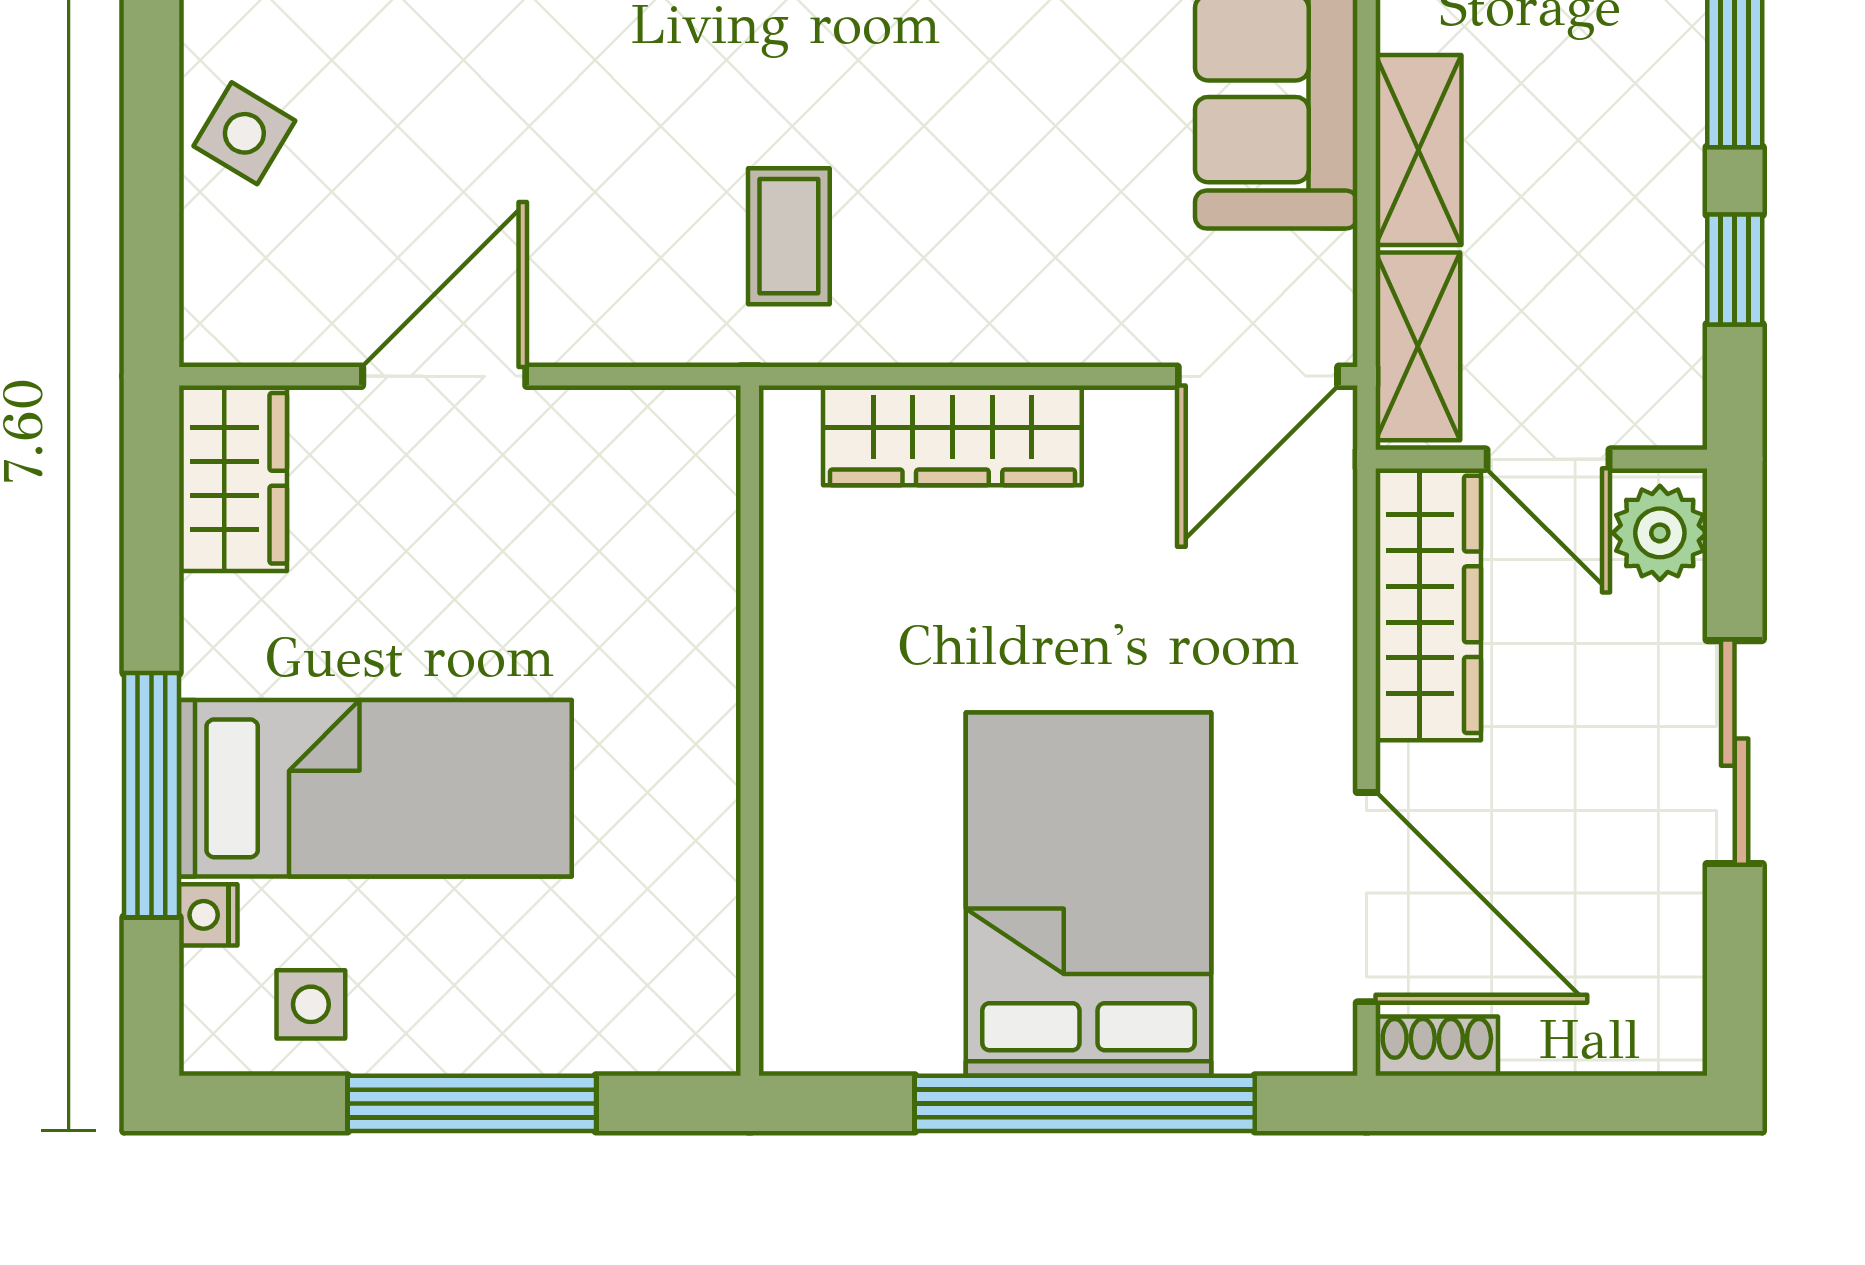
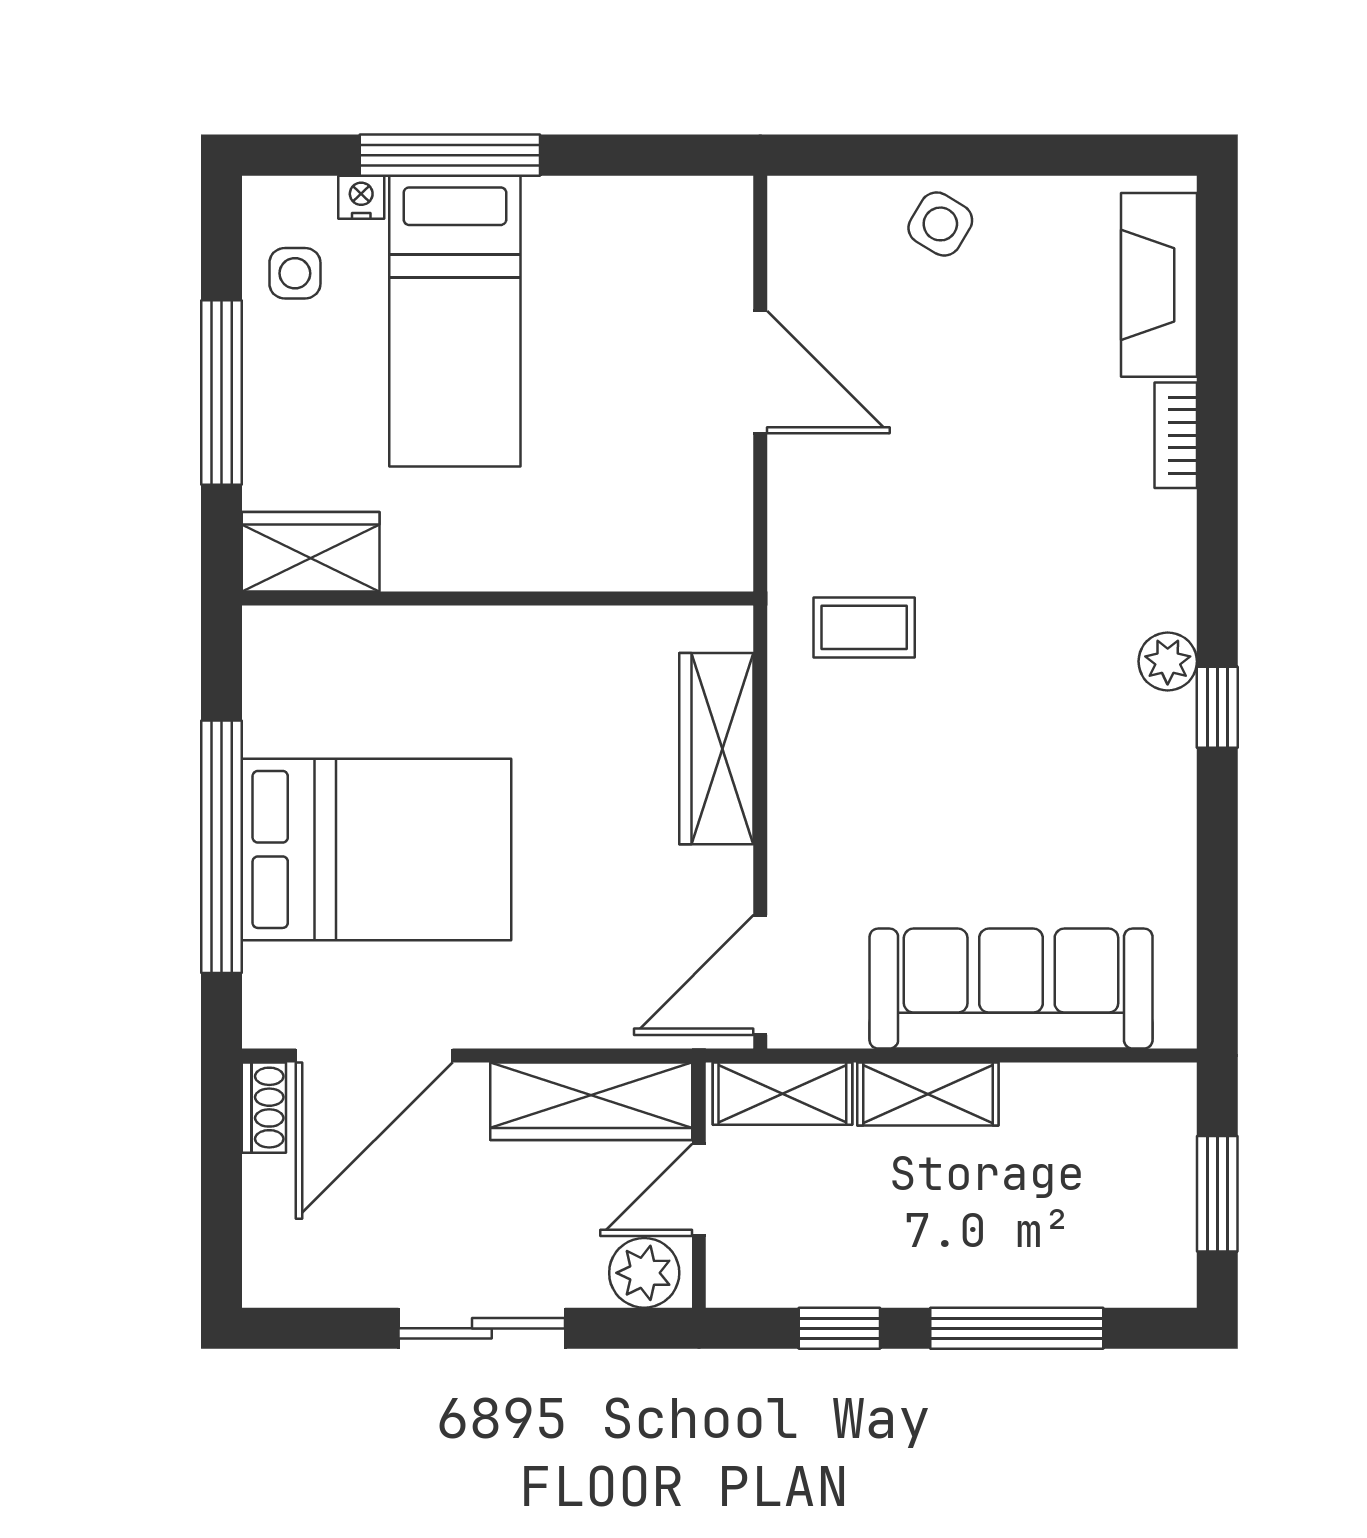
door: (1258, 376) -> (760, 975), hinge flipped
wardrobe: (233, 478) -> (311, 552), moved, turned 180

